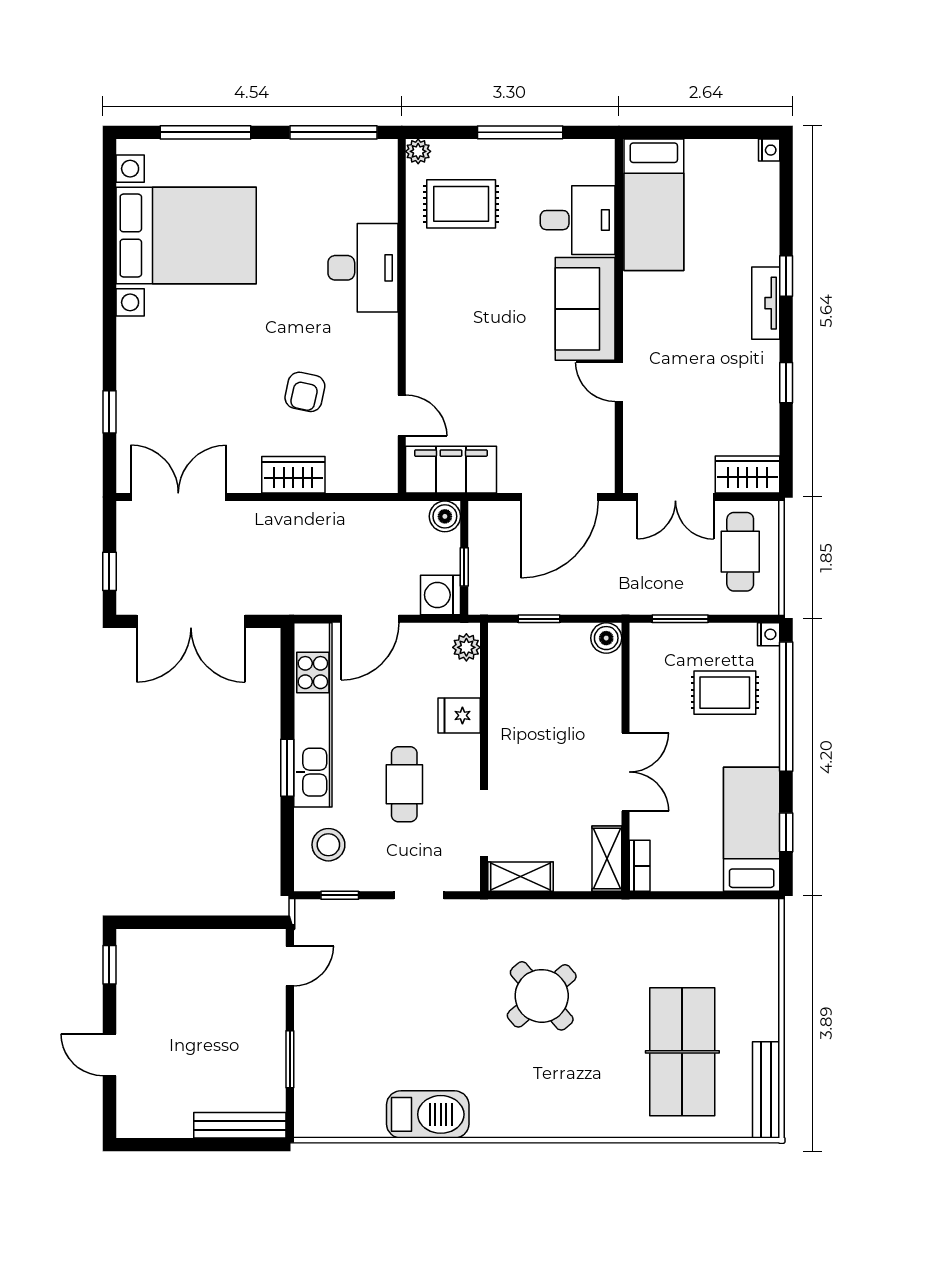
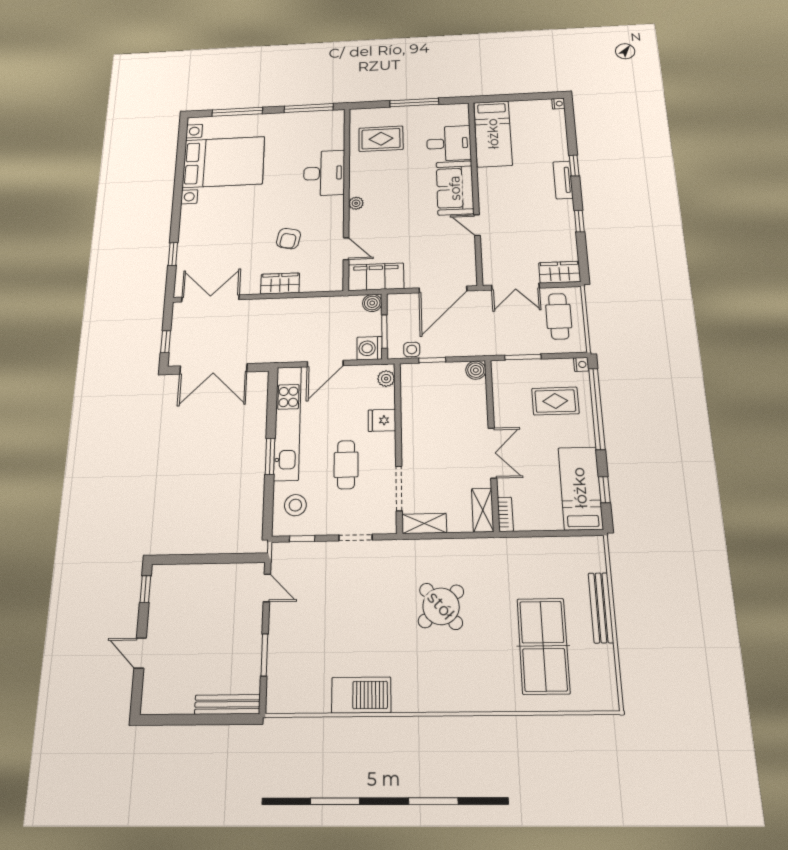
plant: (418, 151) -> (356, 203), moved
window: (464, 567) -> (384, 331), width x1.50
side table: (507, 600) -> (412, 349), added
door: (290, 966) -> (267, 588), hinge flipped
bench: (766, 1090) -> (601, 608), moved

